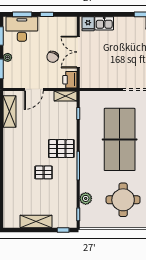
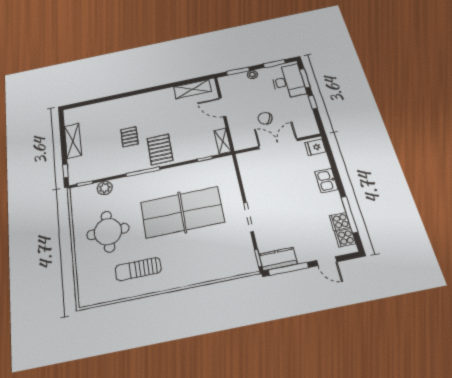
kitchen sink: (104, 23) -> (326, 181), moved
printer: (70, 80) -> (243, 142), removed

